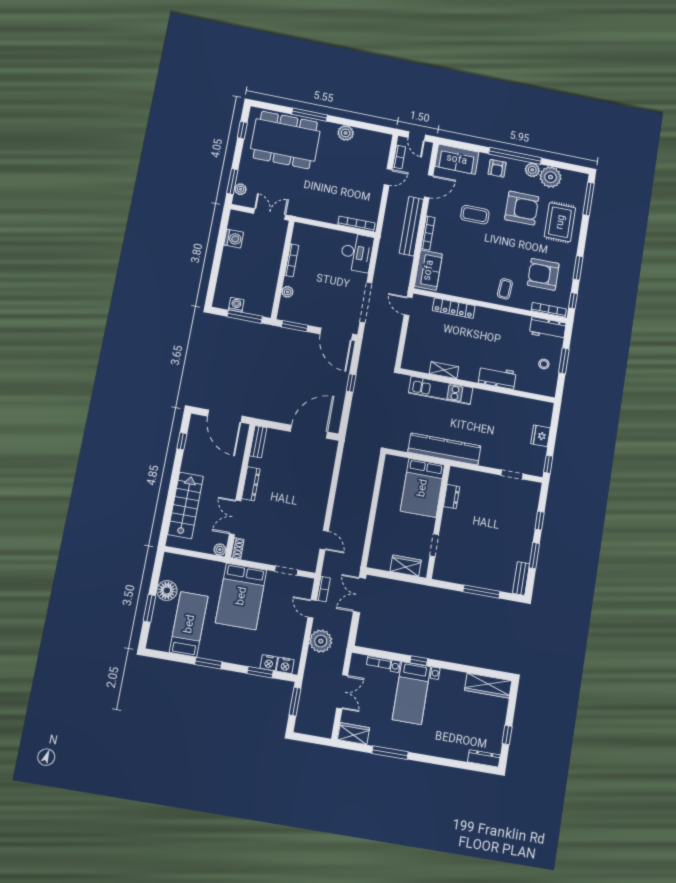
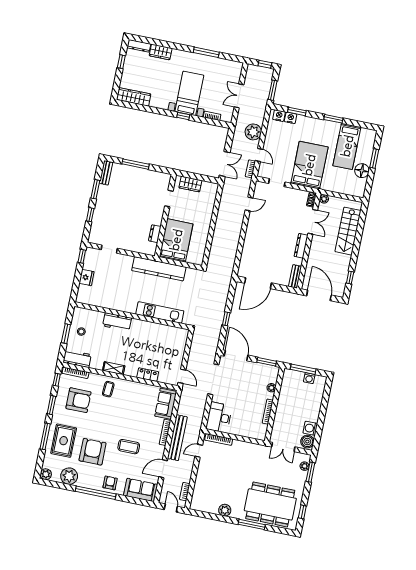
plant: (532, 170) -> (46, 474), moved
door: (388, 177) -> (199, 451), moved
window: (588, 199) -> (45, 436), moved
armchair: (522, 208) -> (93, 452), turned 90
boiler: (237, 221) -> (307, 442), added
locker: (454, 308) -> (148, 375), width x0.66
shelving: (444, 370) -> (114, 368), moved
door: (324, 540) -> (249, 204), swing flipped
wardrobe: (354, 734) -> (161, 52), moved
window: (307, 738) -> (265, 64), added

